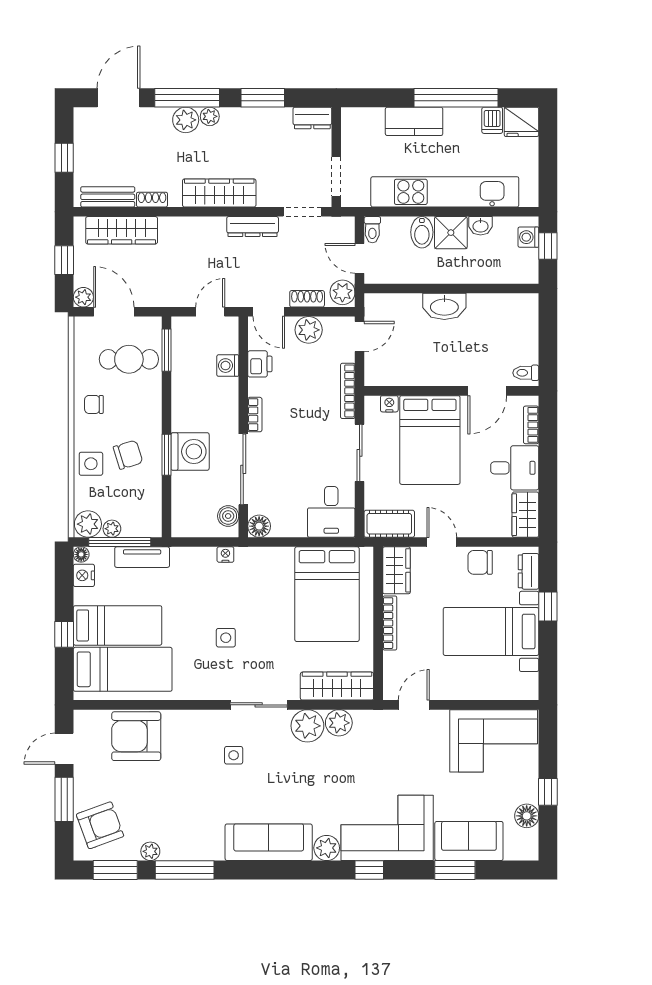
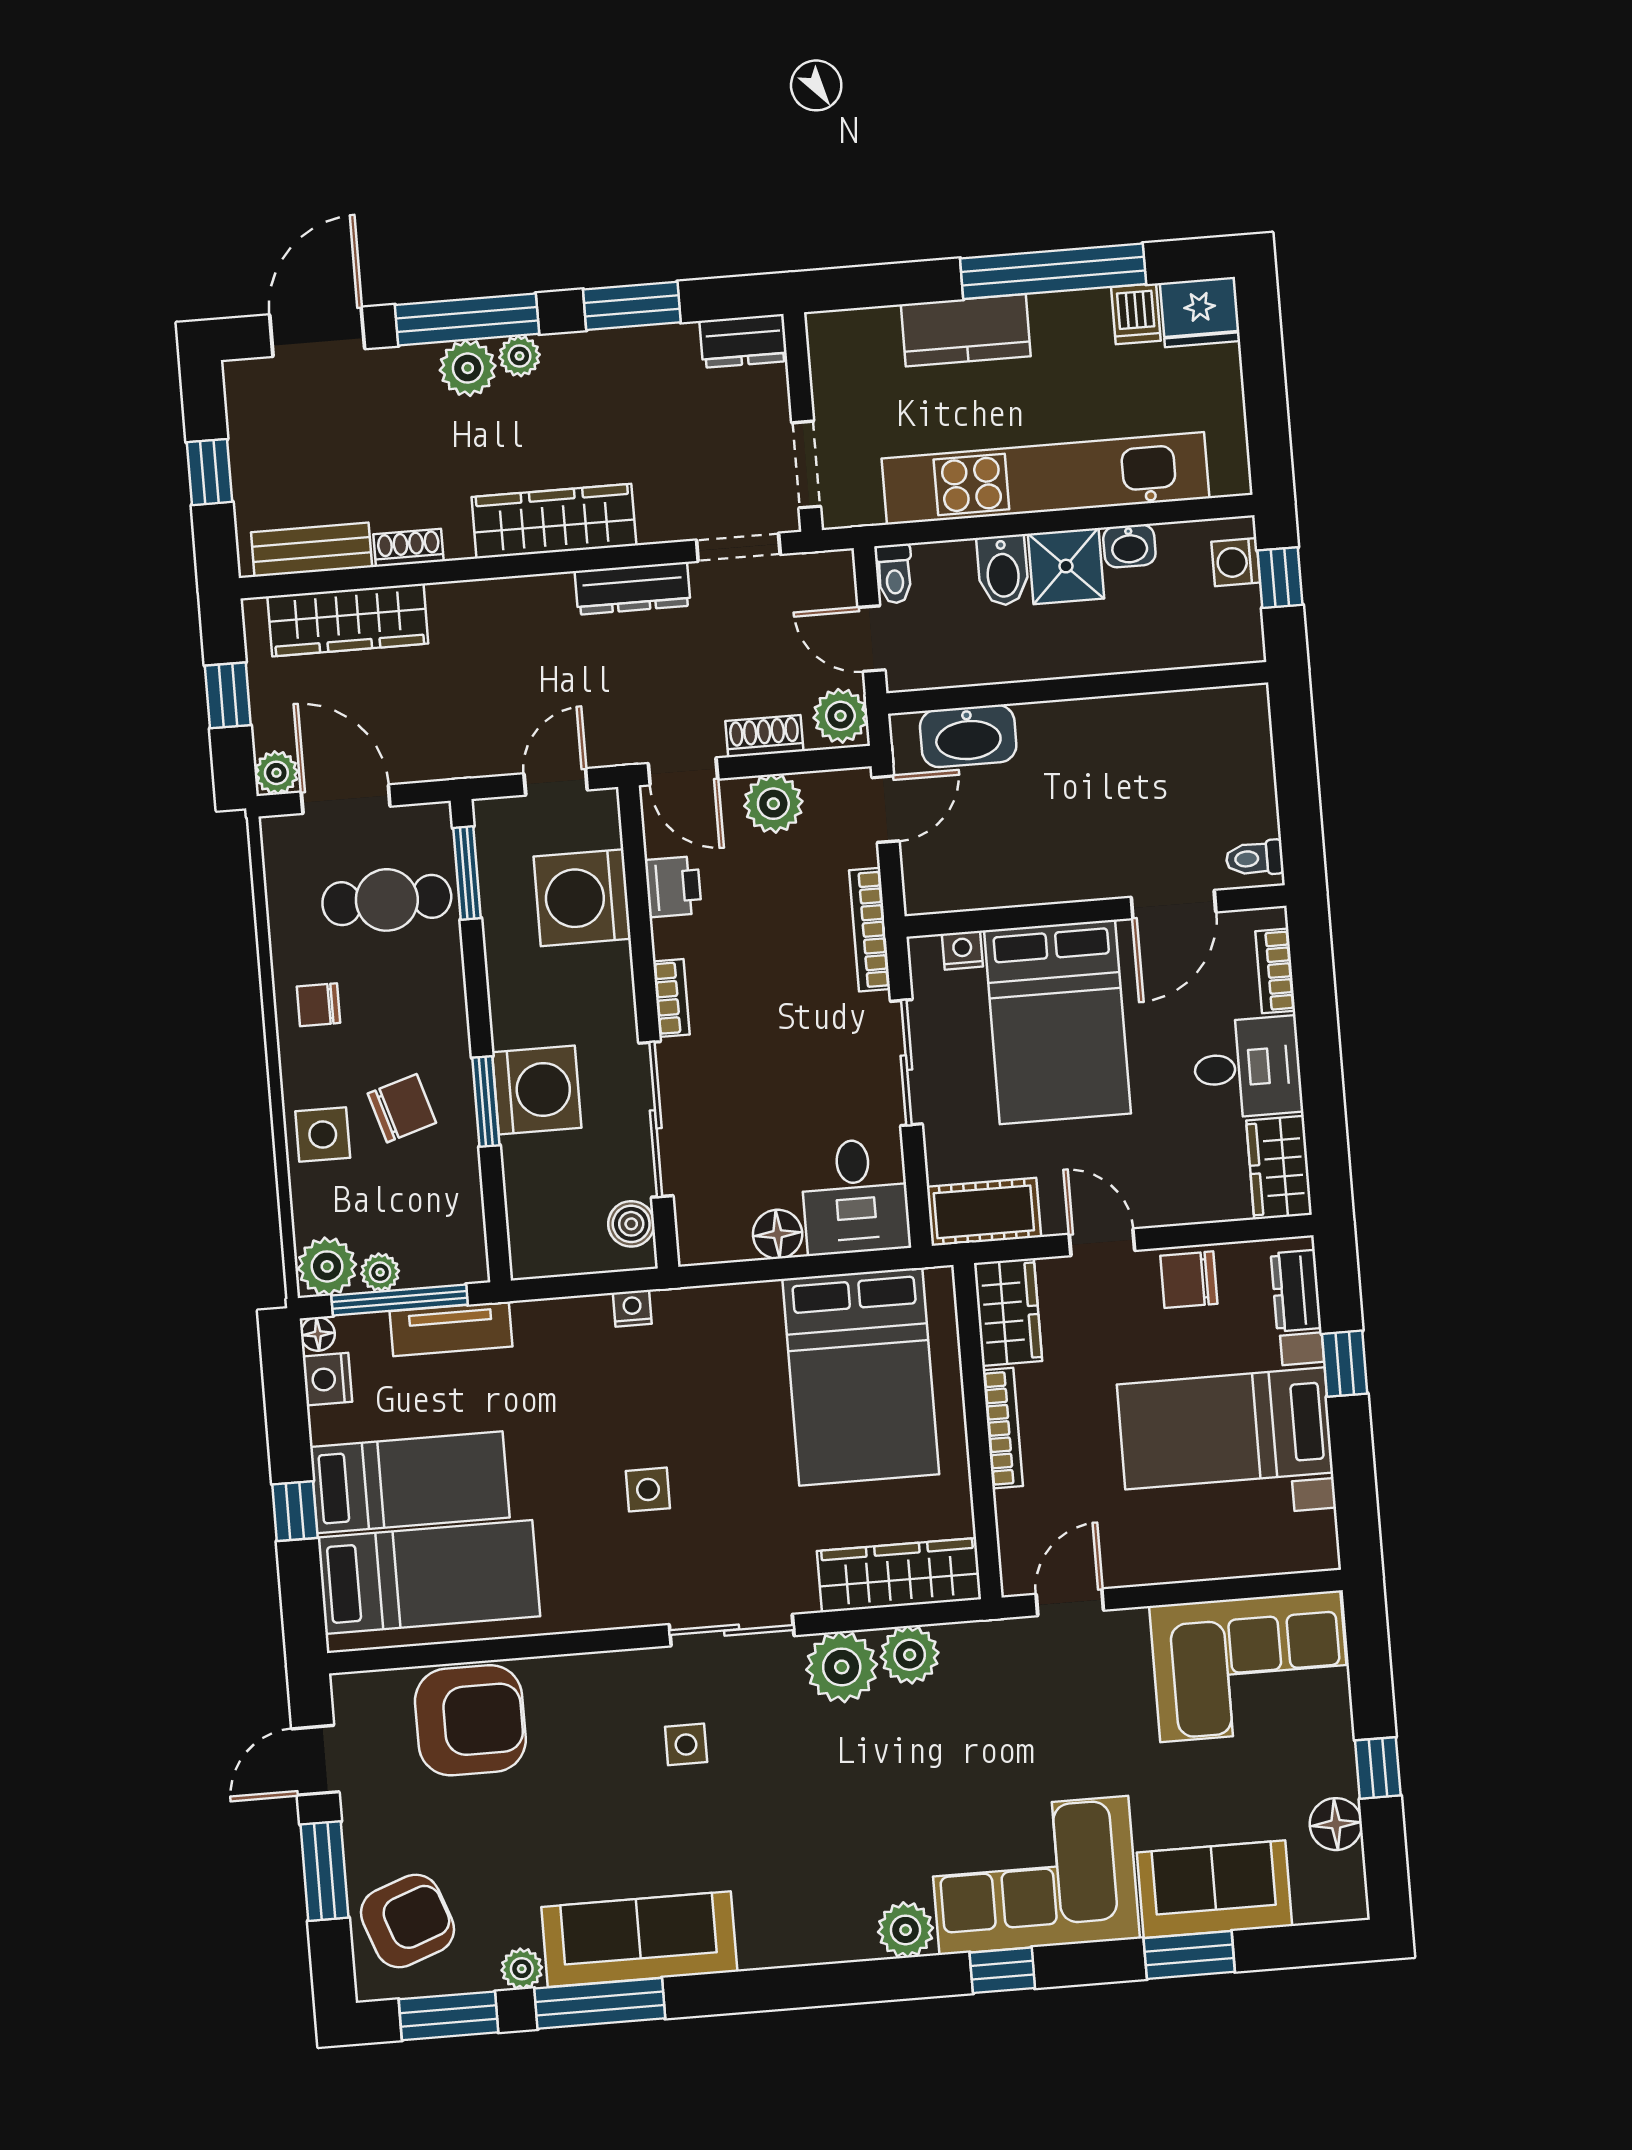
washbasin: (444, 306) -> (968, 736), moved
washing machine: (228, 366) -> (582, 898), width x1.89, depth x1.89
floor lamp: (259, 526) -> (778, 1234), moved
armchair: (136, 736) -> (470, 1720), turned 180
sofa: (269, 842) -> (639, 1939), moved

